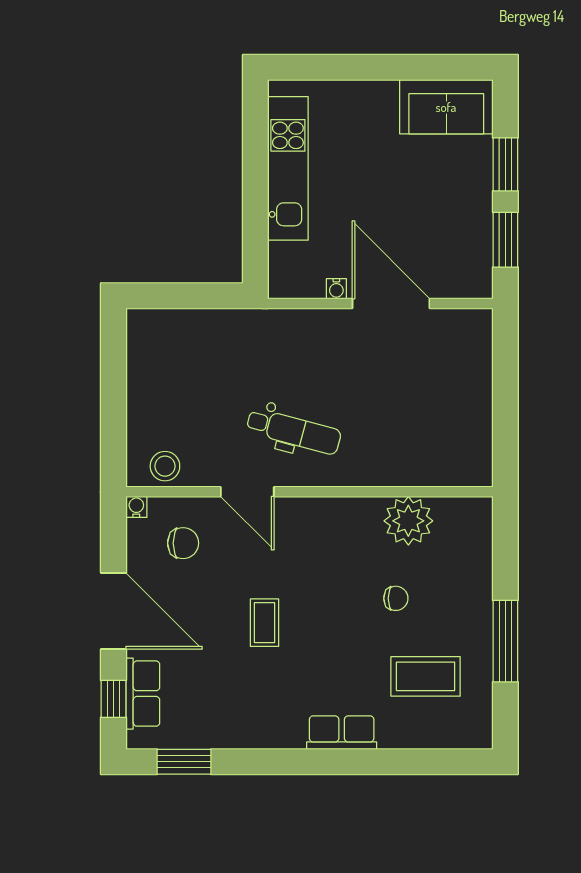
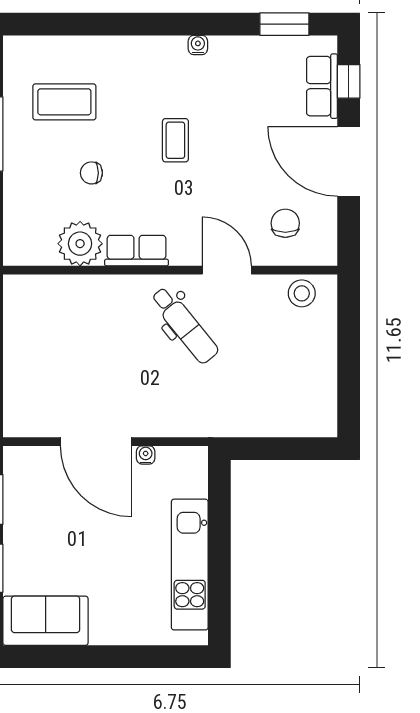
dental chair: (294, 431) -> (184, 325), turned -144
water cooler: (136, 507) -> (198, 45), moved, turned 180
chair: (183, 543) -> (285, 223), turned 90
coffee table: (265, 623) -> (175, 140), moved
row of seats: (342, 733) -> (137, 251), moved, turned 180

